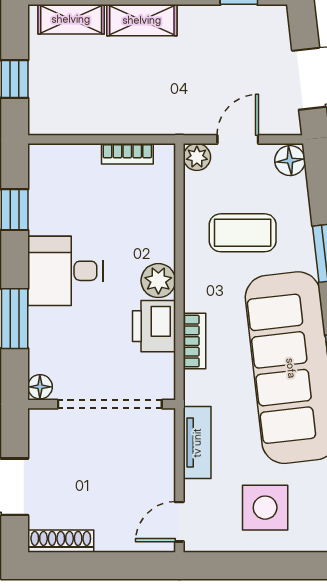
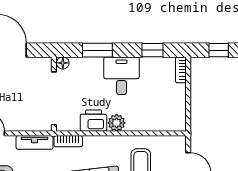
bookcase: (127, 154) -> (181, 70), moved
plant: (197, 157) -> (179, 142), removed
bookcase: (194, 341) -> (68, 141), moved

